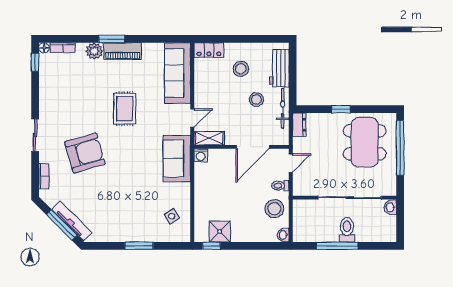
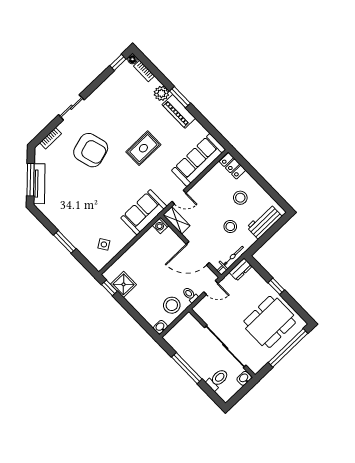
bicycle: (283, 108) -> (230, 259), moved
toilet: (347, 230) -> (218, 379), moved

